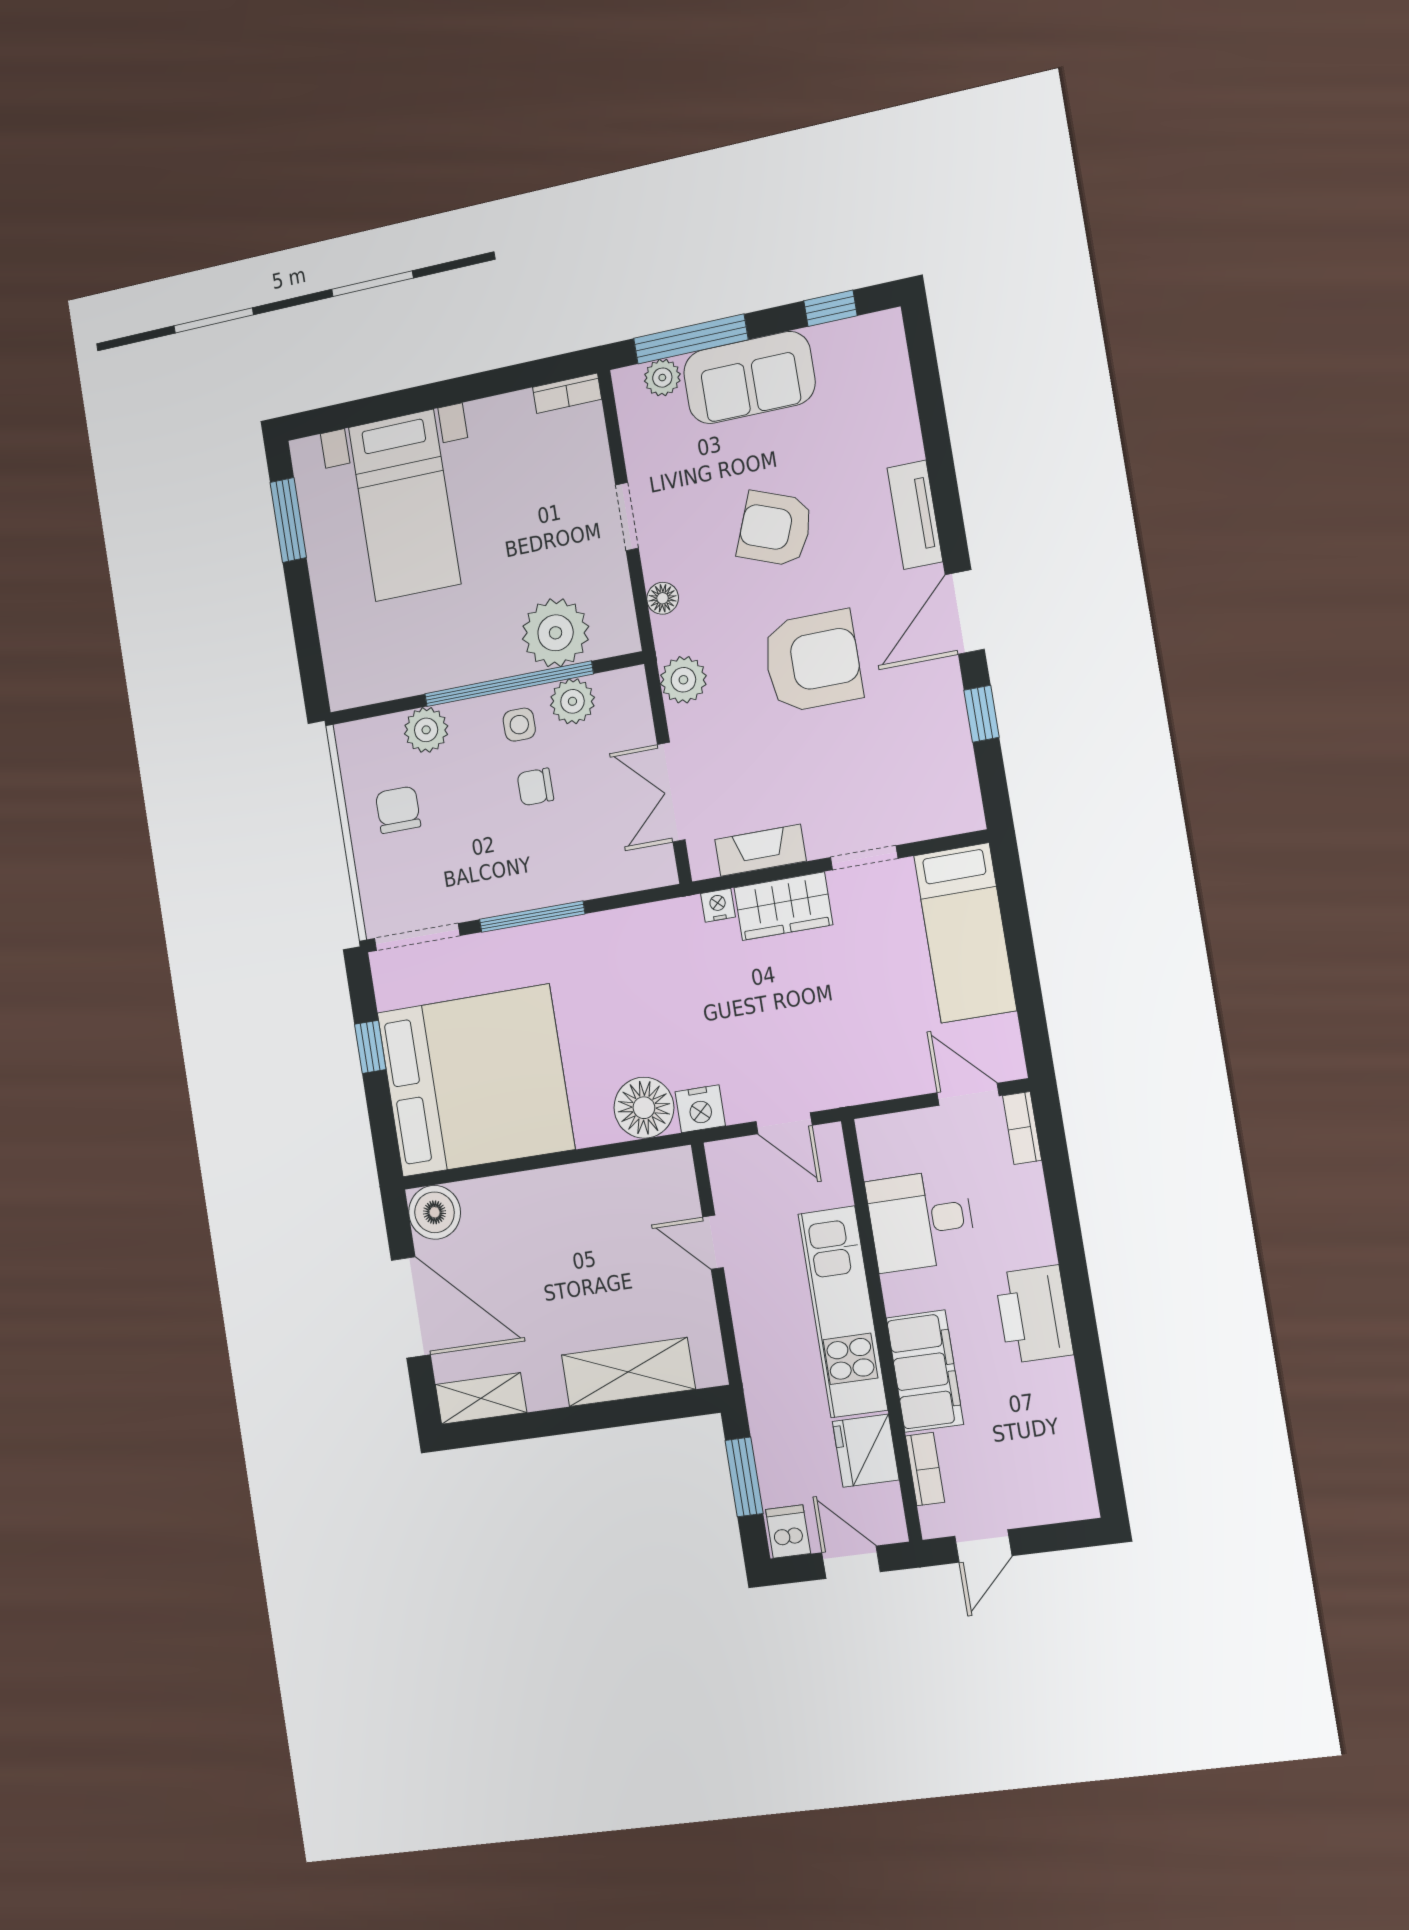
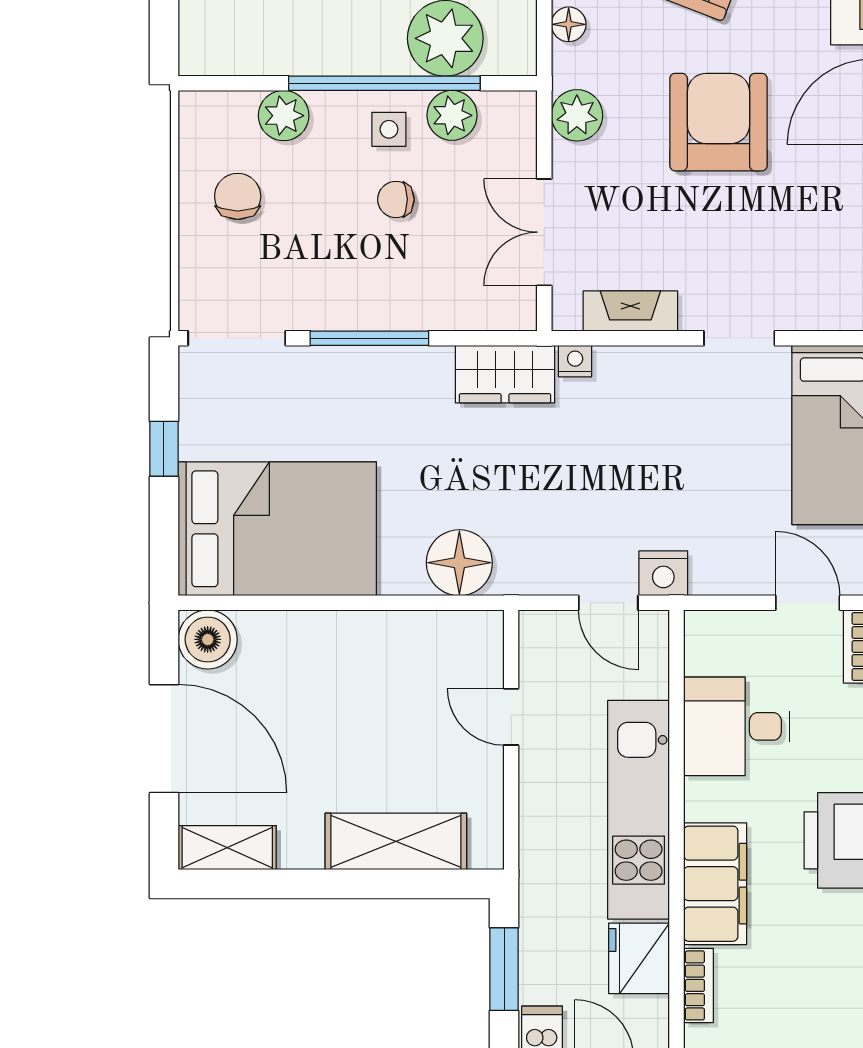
armchair: (812, 661) -> (718, 122), turned -90
wardrobe: (783, 906) -> (505, 374), moved
bed: (476, 1081) -> (277, 529), width x0.73
nightstand: (700, 1109) -> (663, 573), moved

